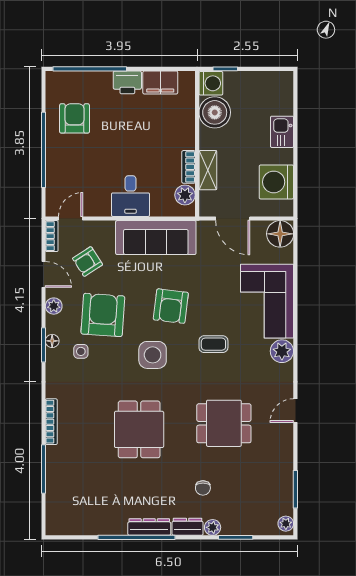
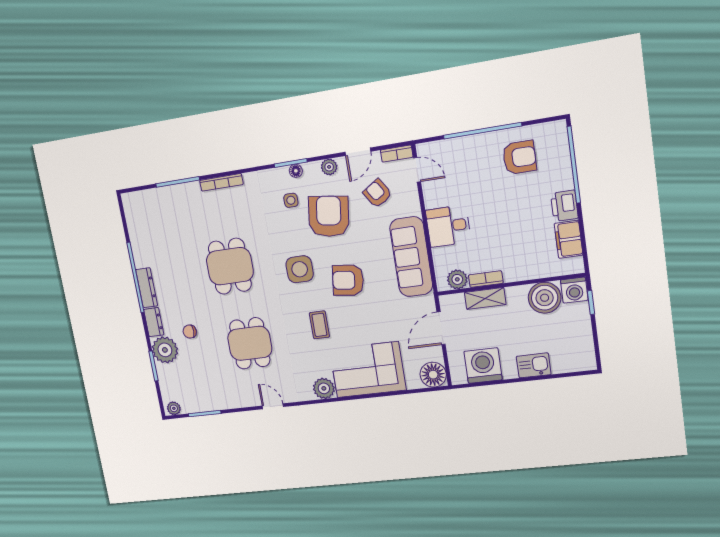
armchair: (103, 315) -> (329, 216), turned -86
dining table: (139, 429) -> (230, 266), turned 90
plant: (213, 527) -> (165, 350), width x1.87, depth x1.87

